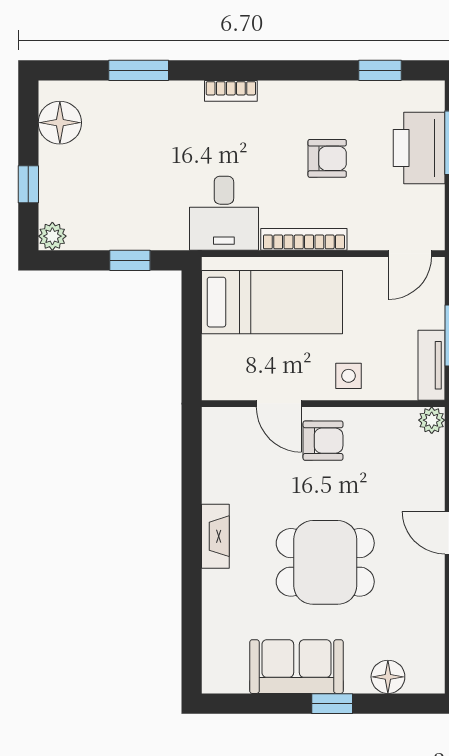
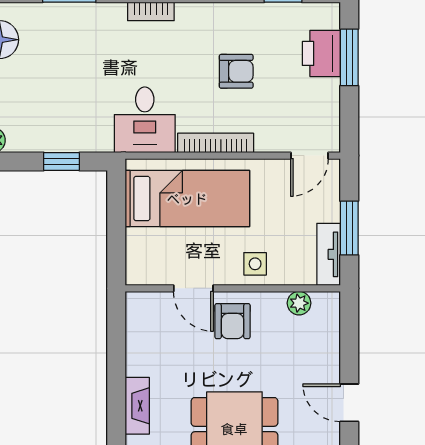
printer: (419, 148) -> (321, 53), width x0.73, depth x0.84
plant: (432, 420) -> (299, 303), moved
armchair: (323, 441) -> (233, 321), turned 90

